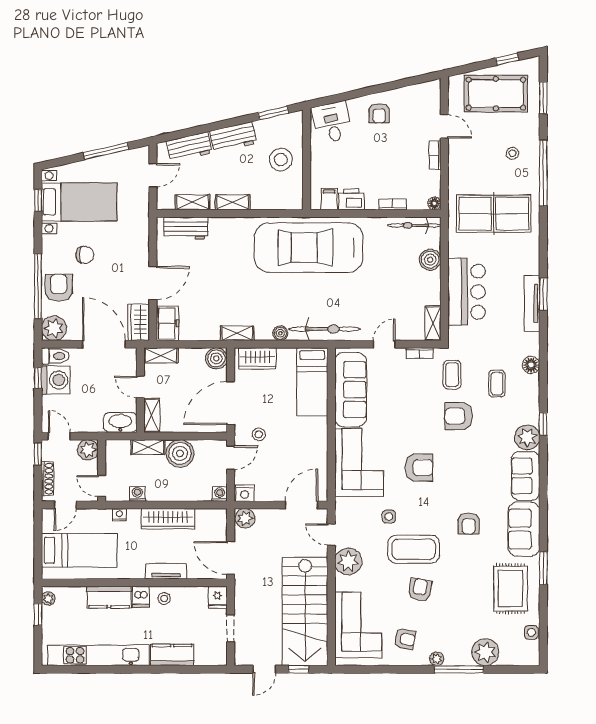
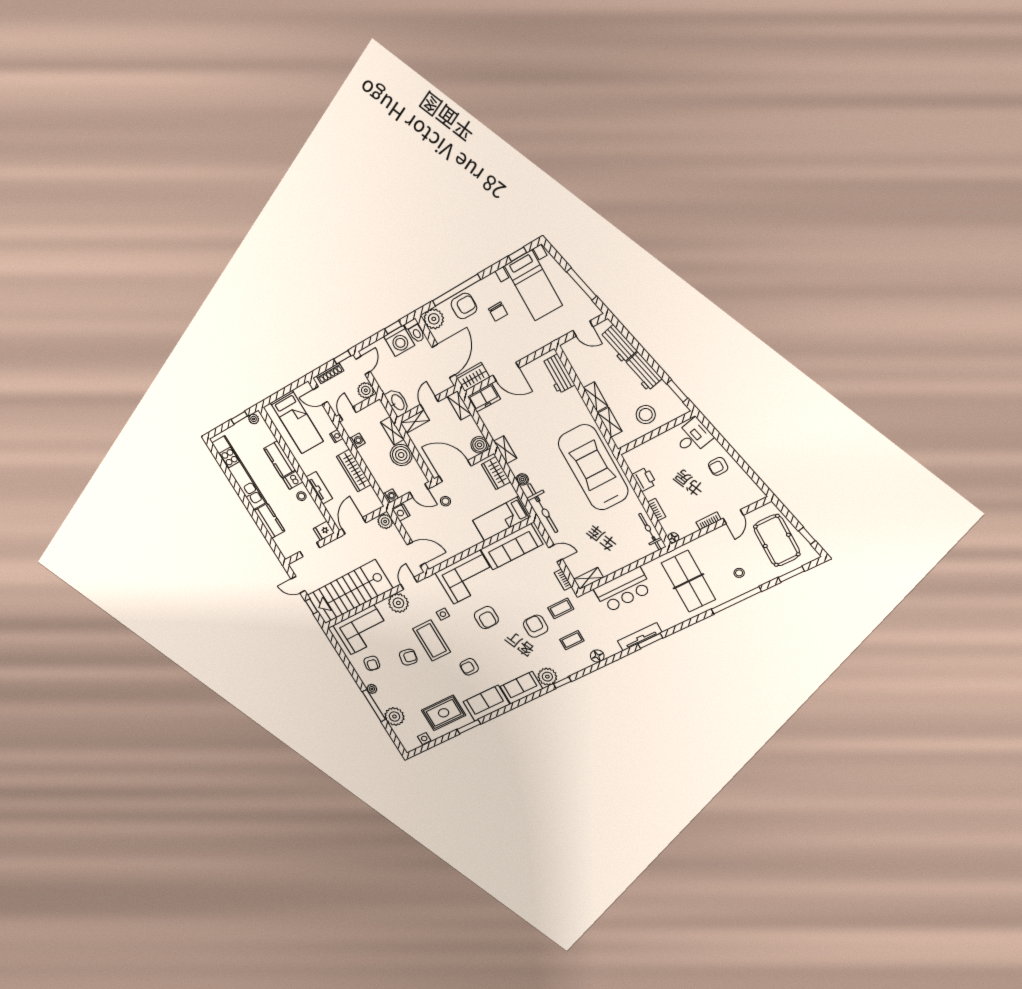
filing cabinet: (329, 199) -> (636, 464), removed
shelving: (193, 202) -> (610, 422), moved
boiler: (430, 260) -> (632, 555), removed

